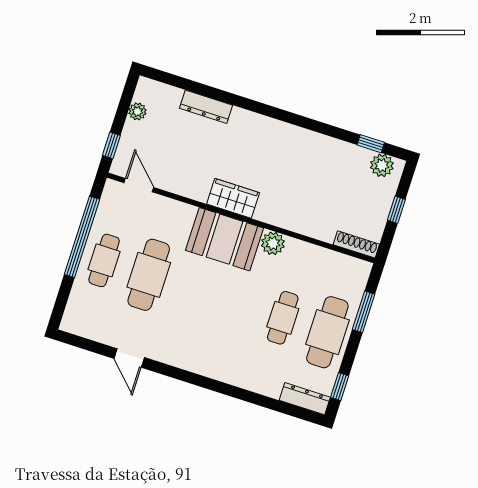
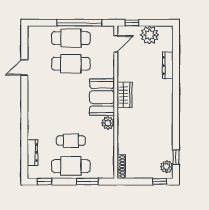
plant: (137, 111) -> (150, 35), width x1.87, depth x1.87
window: (396, 210) -> (160, 182), moved
cafe table: (104, 260) -> (71, 38), width x1.37, depth x1.35
dresser: (305, 399) -> (32, 153), moved

